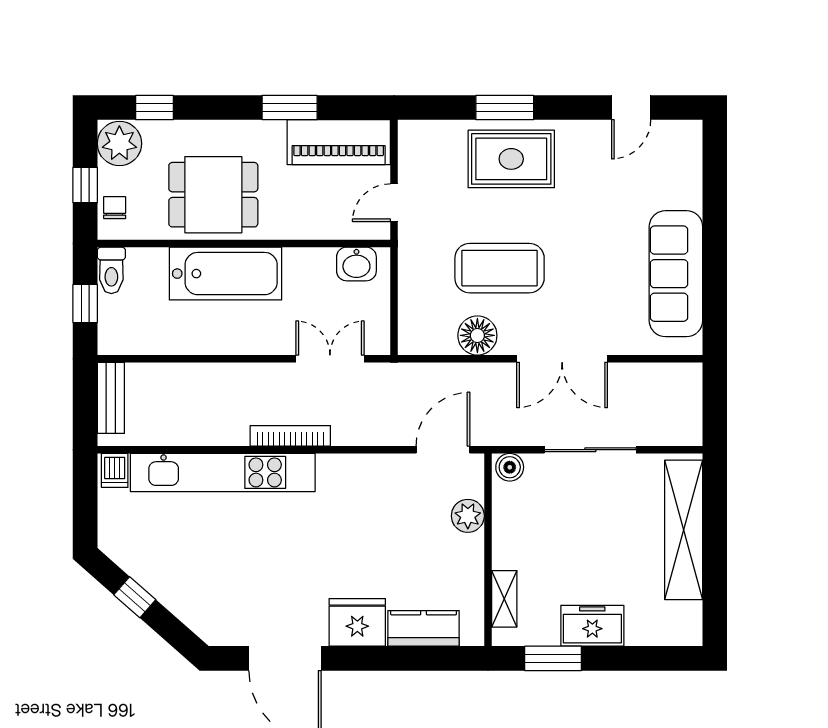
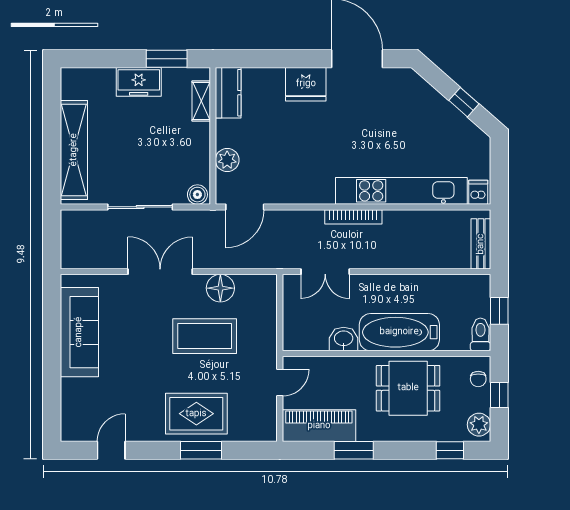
plant: (119, 143) -> (479, 425), width x0.73, depth x0.73
washbasin: (356, 264) -> (344, 339), moved
kitchen counter: (424, 628) -> (228, 93), moved, turned -90

